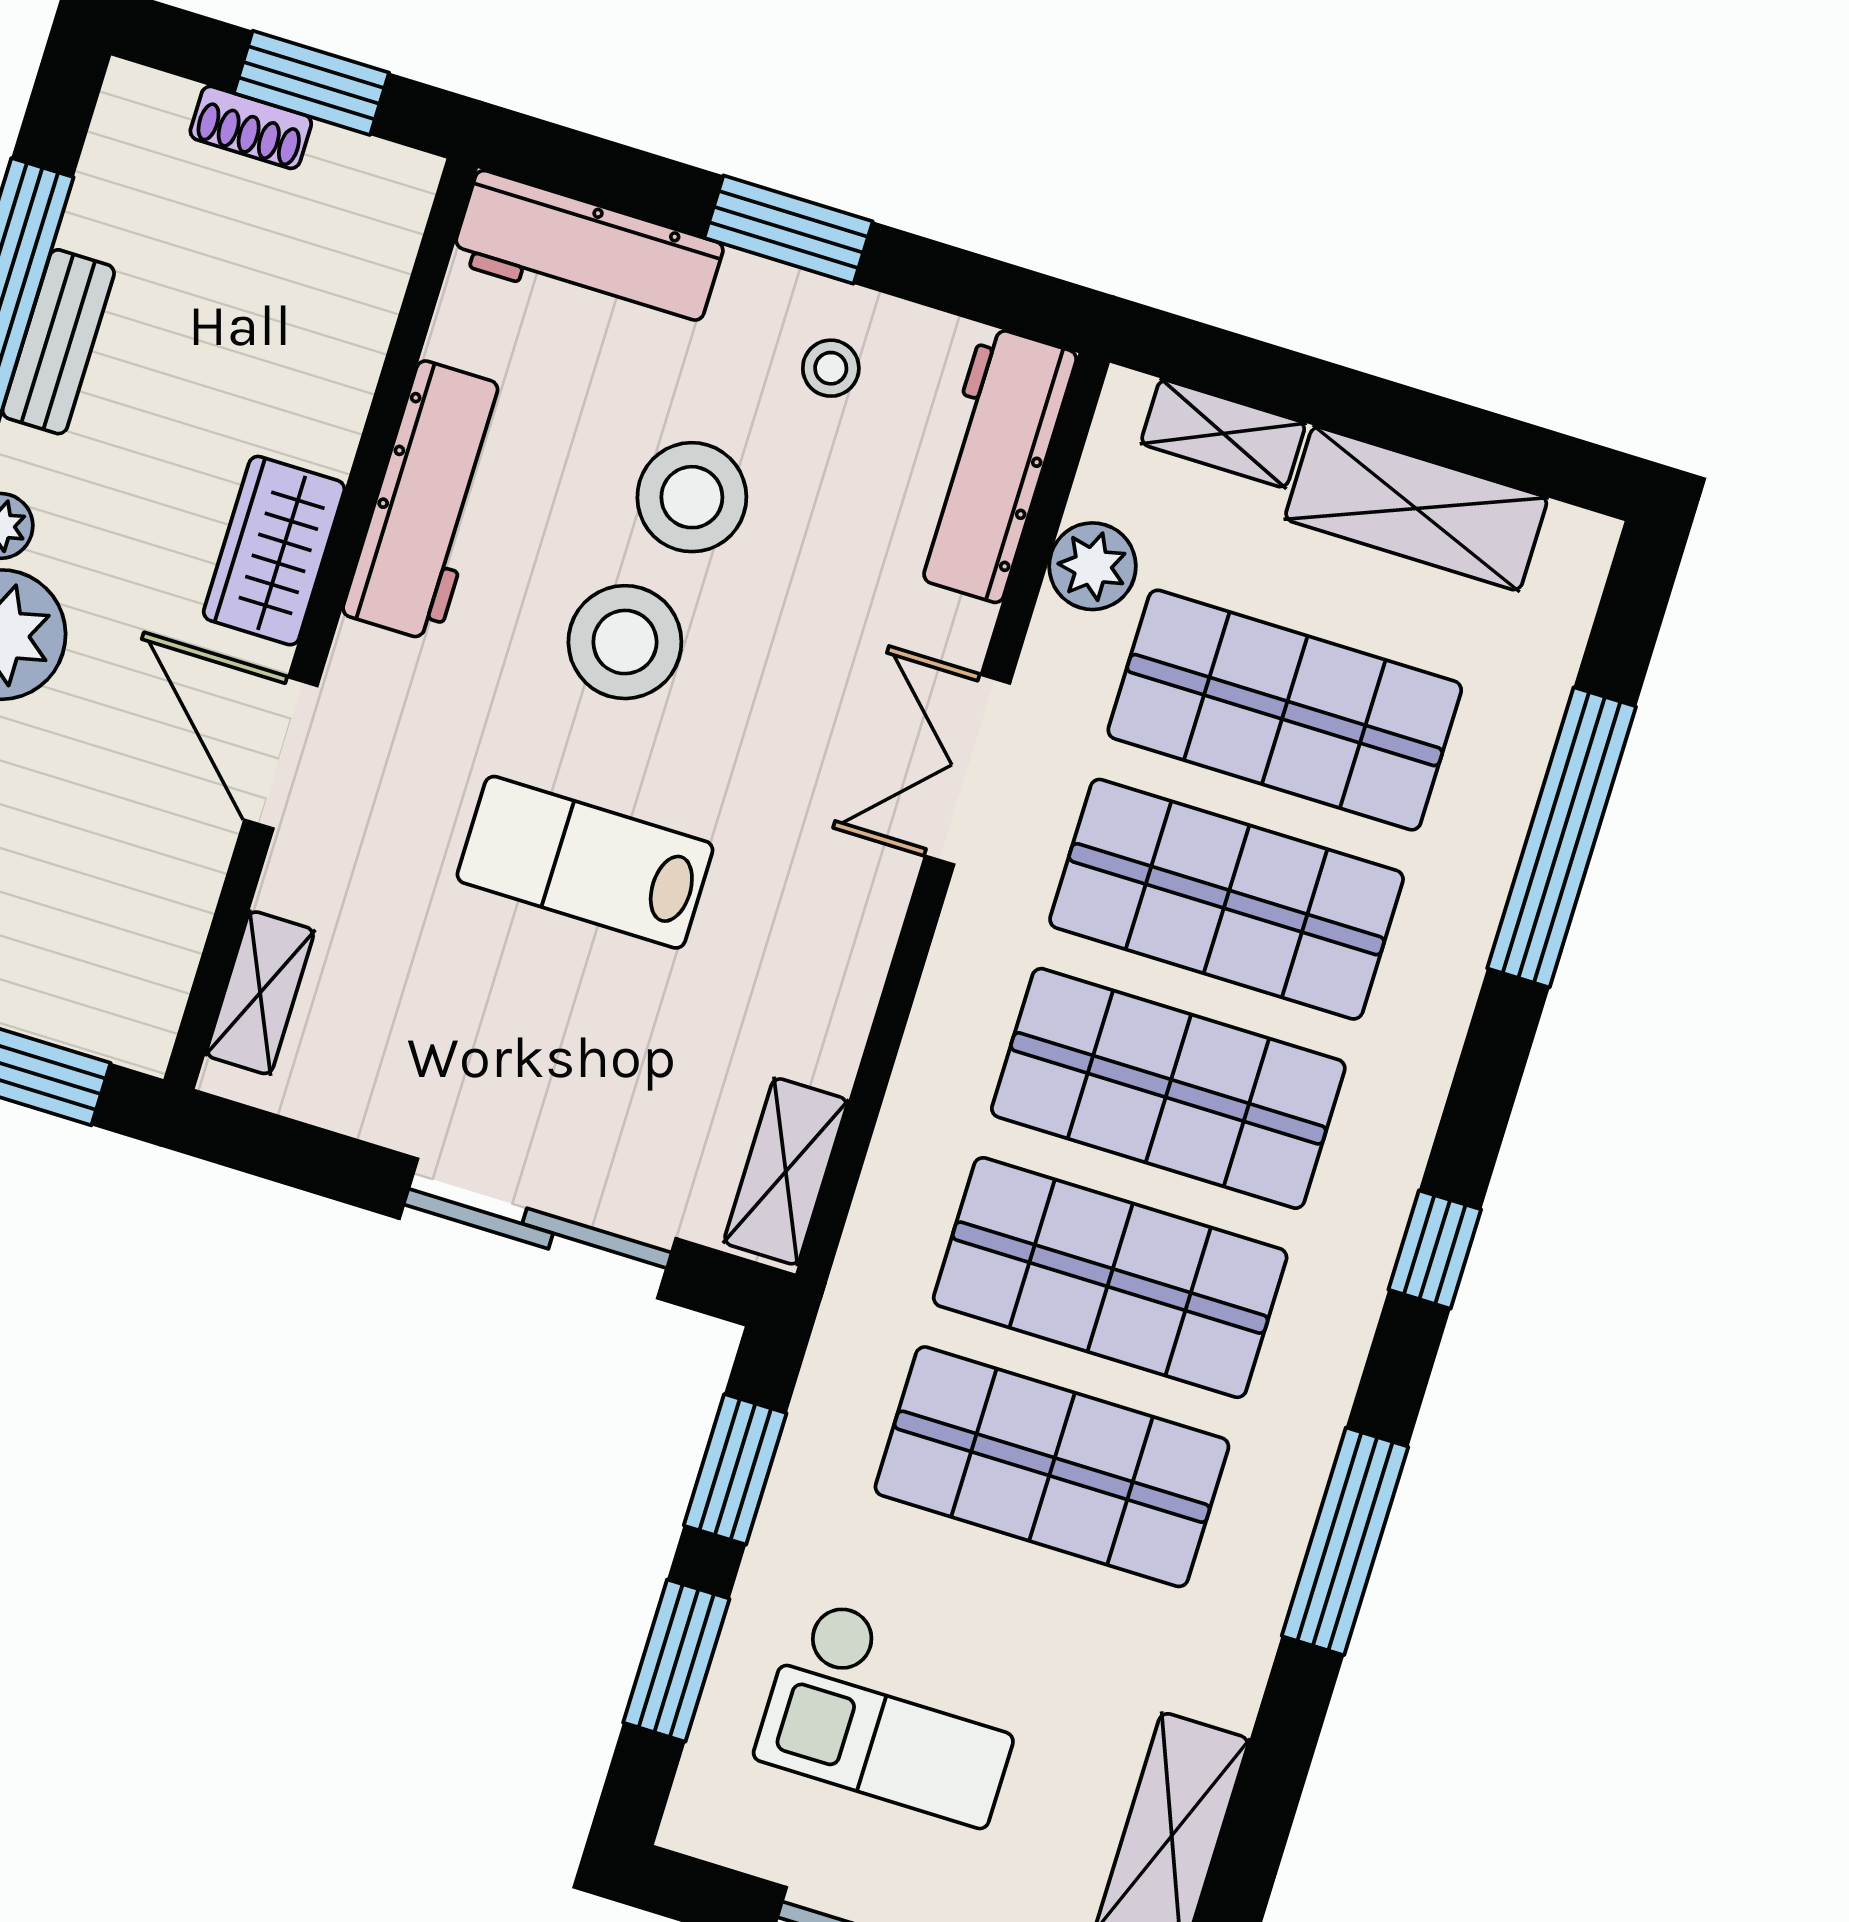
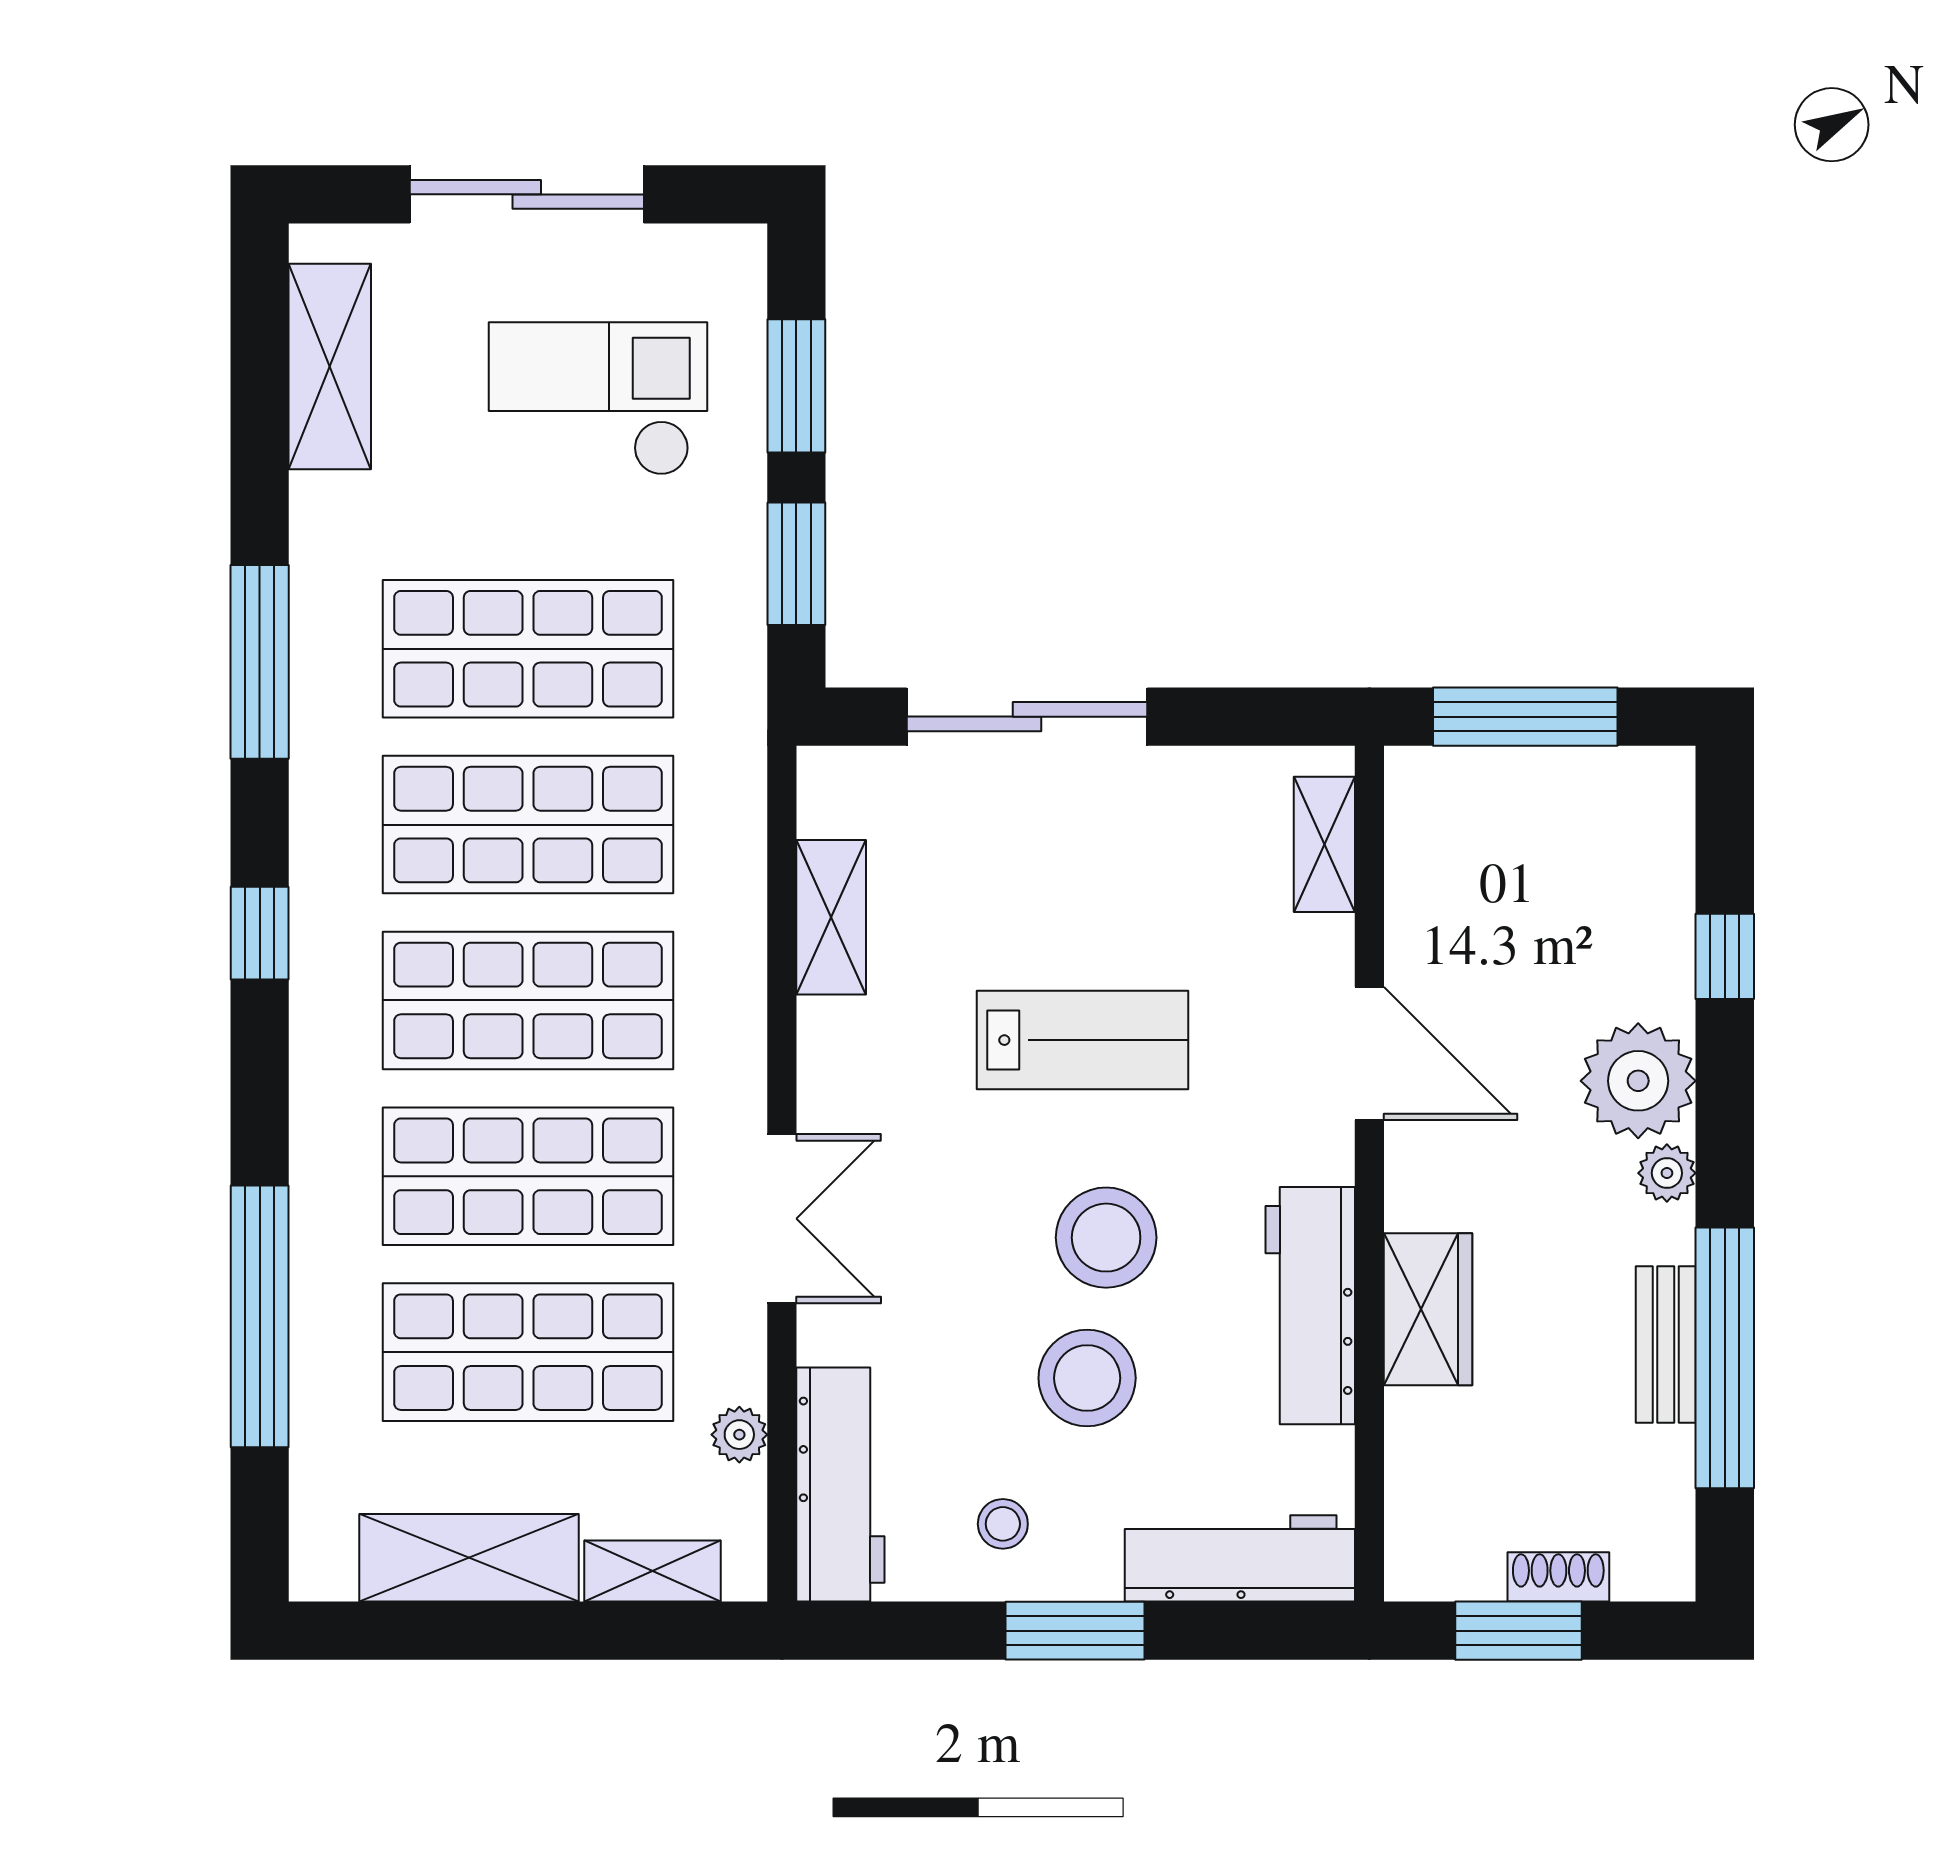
wardrobe: (274, 551) -> (1428, 1309), moved
plant: (1092, 566) -> (739, 1435), width x0.73, depth x0.73
shelving: (786, 1171) -> (831, 917), moved

